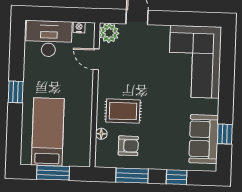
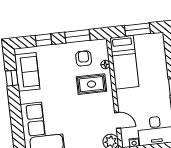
bed: (48, 132) -> (124, 62), moved
armchair: (128, 146) -> (84, 58), turned 90

